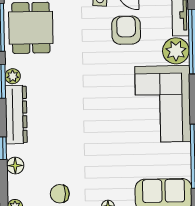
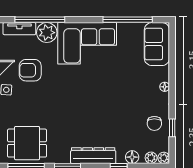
plant: (13, 76) -> (151, 158), moved

